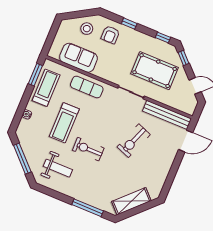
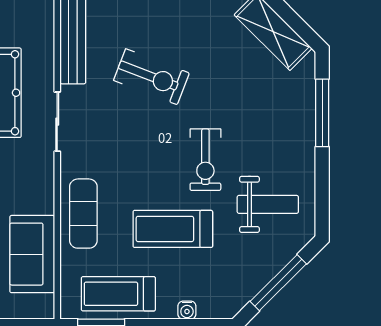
treadmill: (64, 123) -> (173, 229), turned 180
weight bench: (58, 168) -> (268, 204), turned 90

